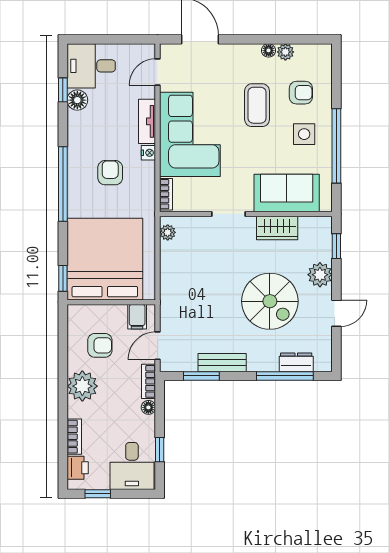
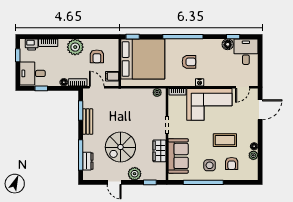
door: (158, 72) -> (243, 87), swing flipped
tv unit: (147, 121) -> (216, 81), removed

